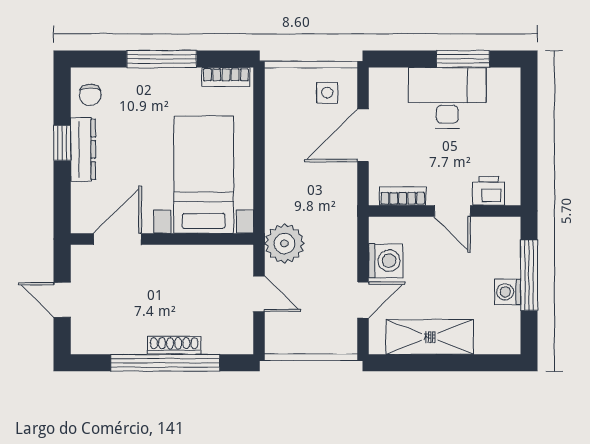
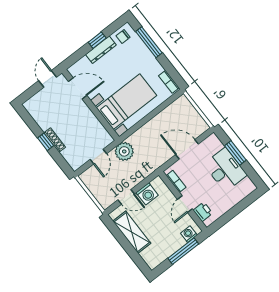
window: (162, 59) -> (149, 42), moved
window: (463, 59) -> (235, 153), moved
side table: (327, 93) -> (192, 124), removed
washing machine: (508, 292) -> (189, 234), moved
door: (62, 300) -> (48, 79), moved
window: (165, 363) -> (46, 142), width x0.32

